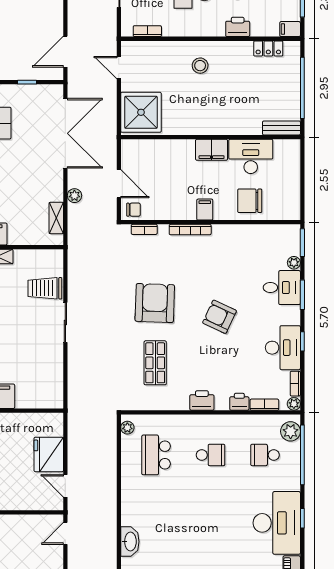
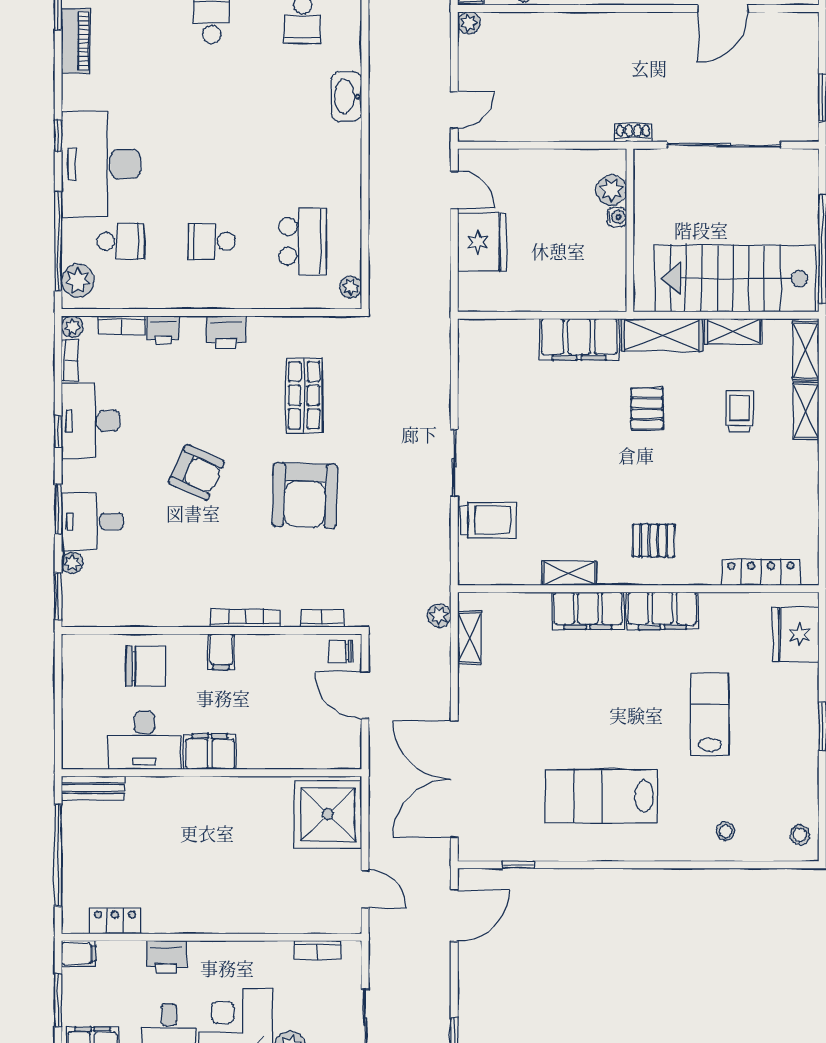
stool: (200, 66) -> (229, 892), removed
plant: (74, 196) -> (439, 616), moved
desk: (277, 523) -> (101, 164), moved

